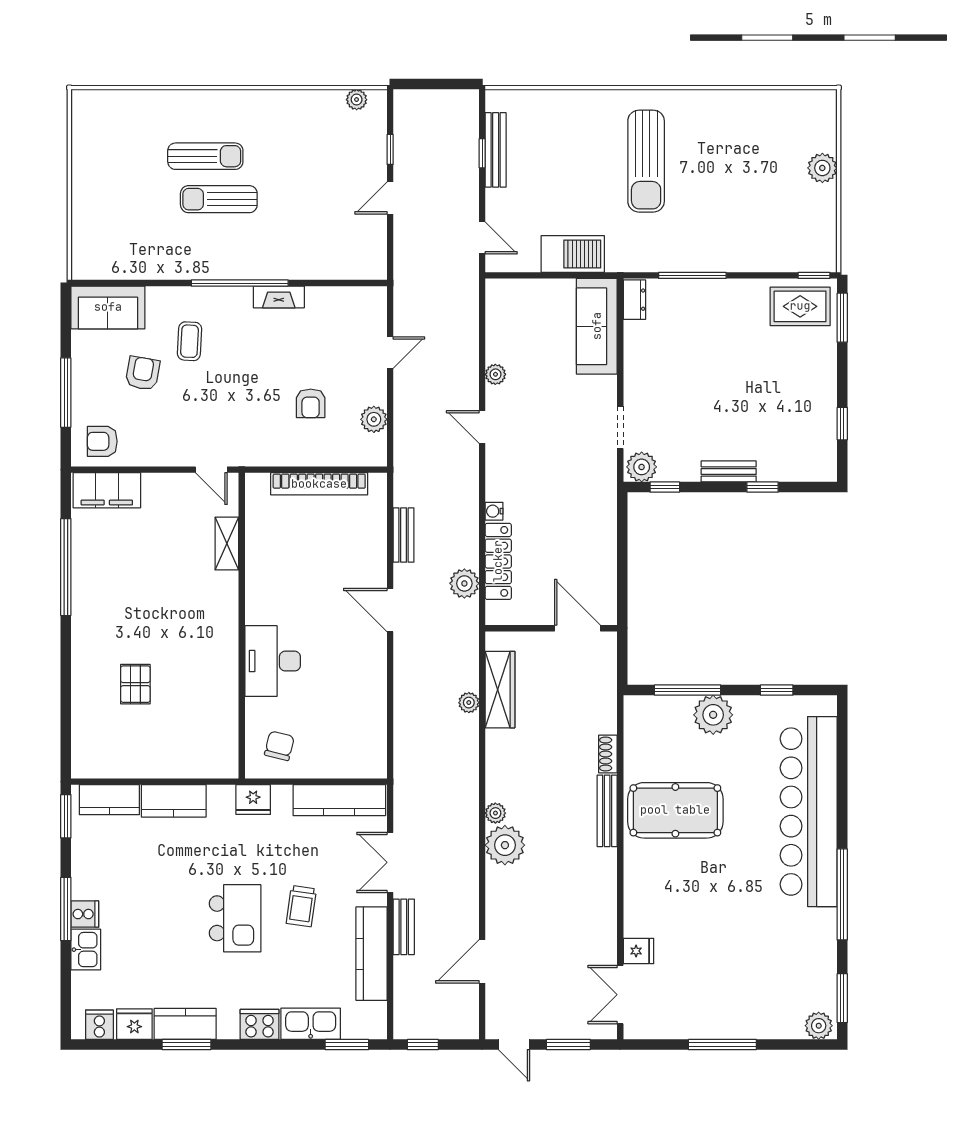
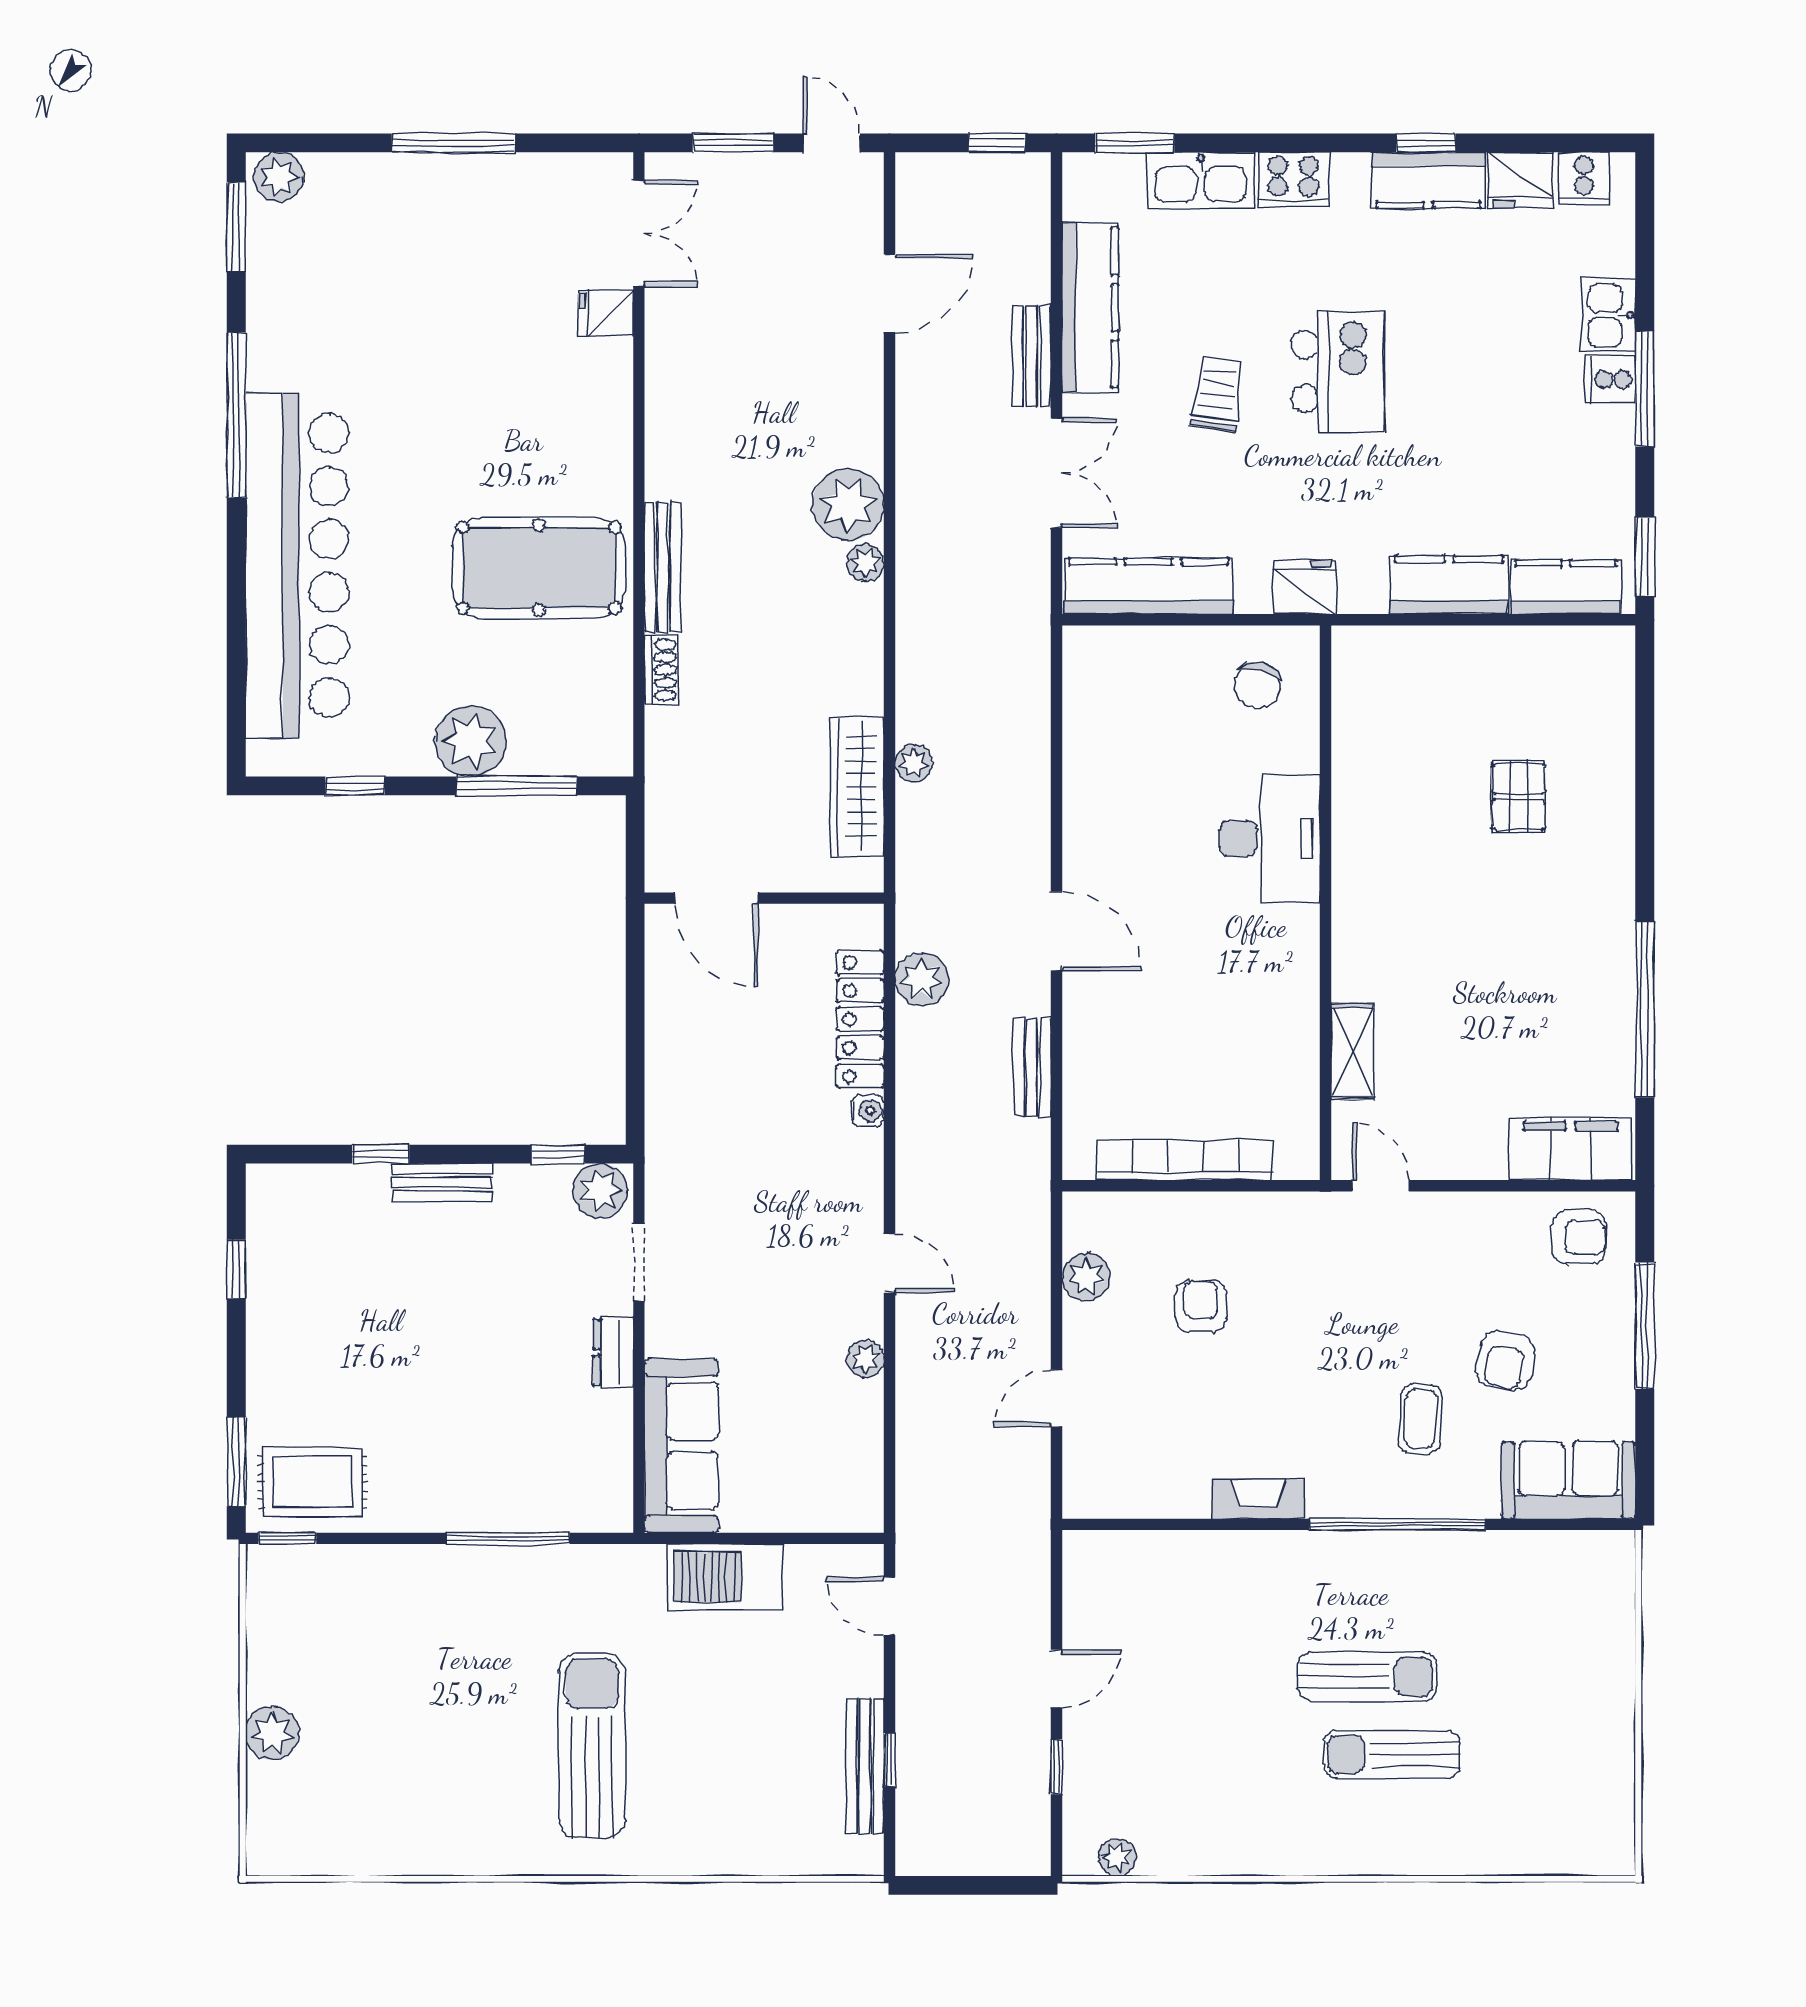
window: (240, 283) -> (1397, 1524), moved
dresser: (634, 300) -> (613, 1352), moved
kitchen island: (235, 918) -> (1338, 372), turned 180
window: (187, 1045) -> (1426, 143), width x0.67

